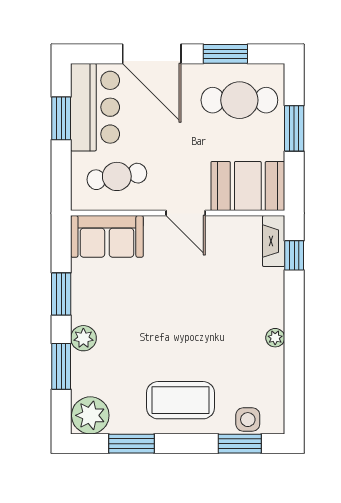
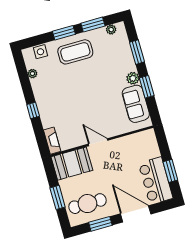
cafe table: (117, 176) -> (136, 151), removed
sofa: (107, 236) -> (136, 104), moved, turned -90
window: (294, 255) -> (33, 110), moved
plant: (83, 338) -> (133, 78), moved
plant: (275, 338) -> (32, 74), moved
plant: (90, 415) -> (111, 30), width x0.53, depth x0.53
window: (240, 444) -> (64, 33), moved

